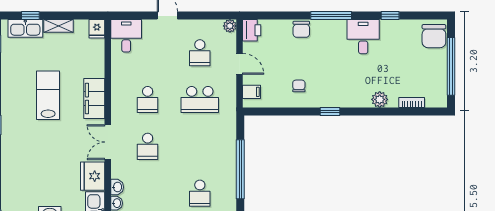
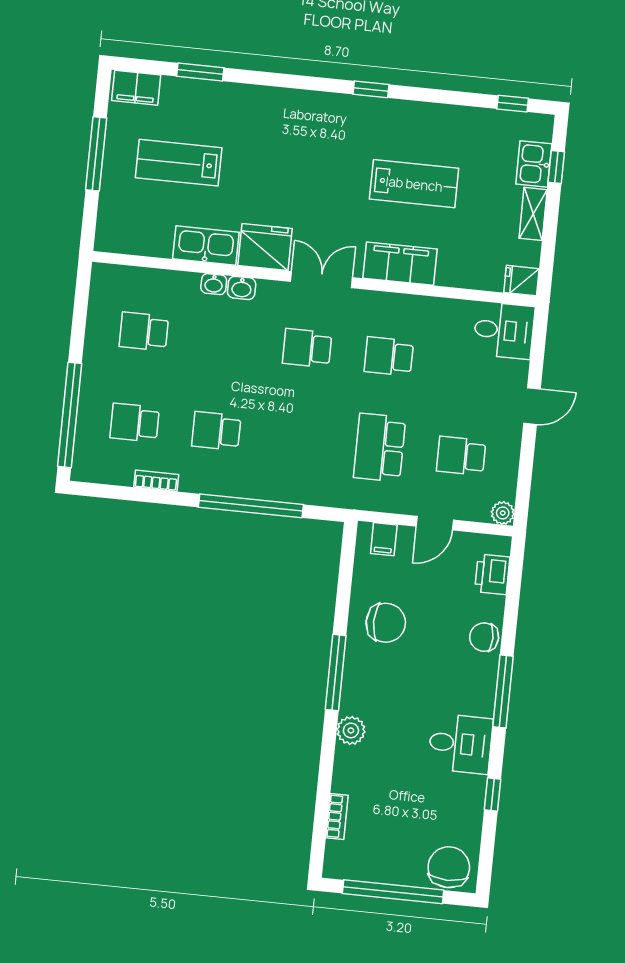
kitchen sink: (25, 28) -> (534, 164), width x0.73
printer: (252, 30) -> (492, 574), moved, turned 90
chair: (434, 36) -> (449, 867), turned 90
chair: (299, 86) -> (386, 623), width x1.87, depth x1.87
plant: (380, 99) -> (351, 730), moved
window: (330, 111) -> (336, 673), width x2.17

